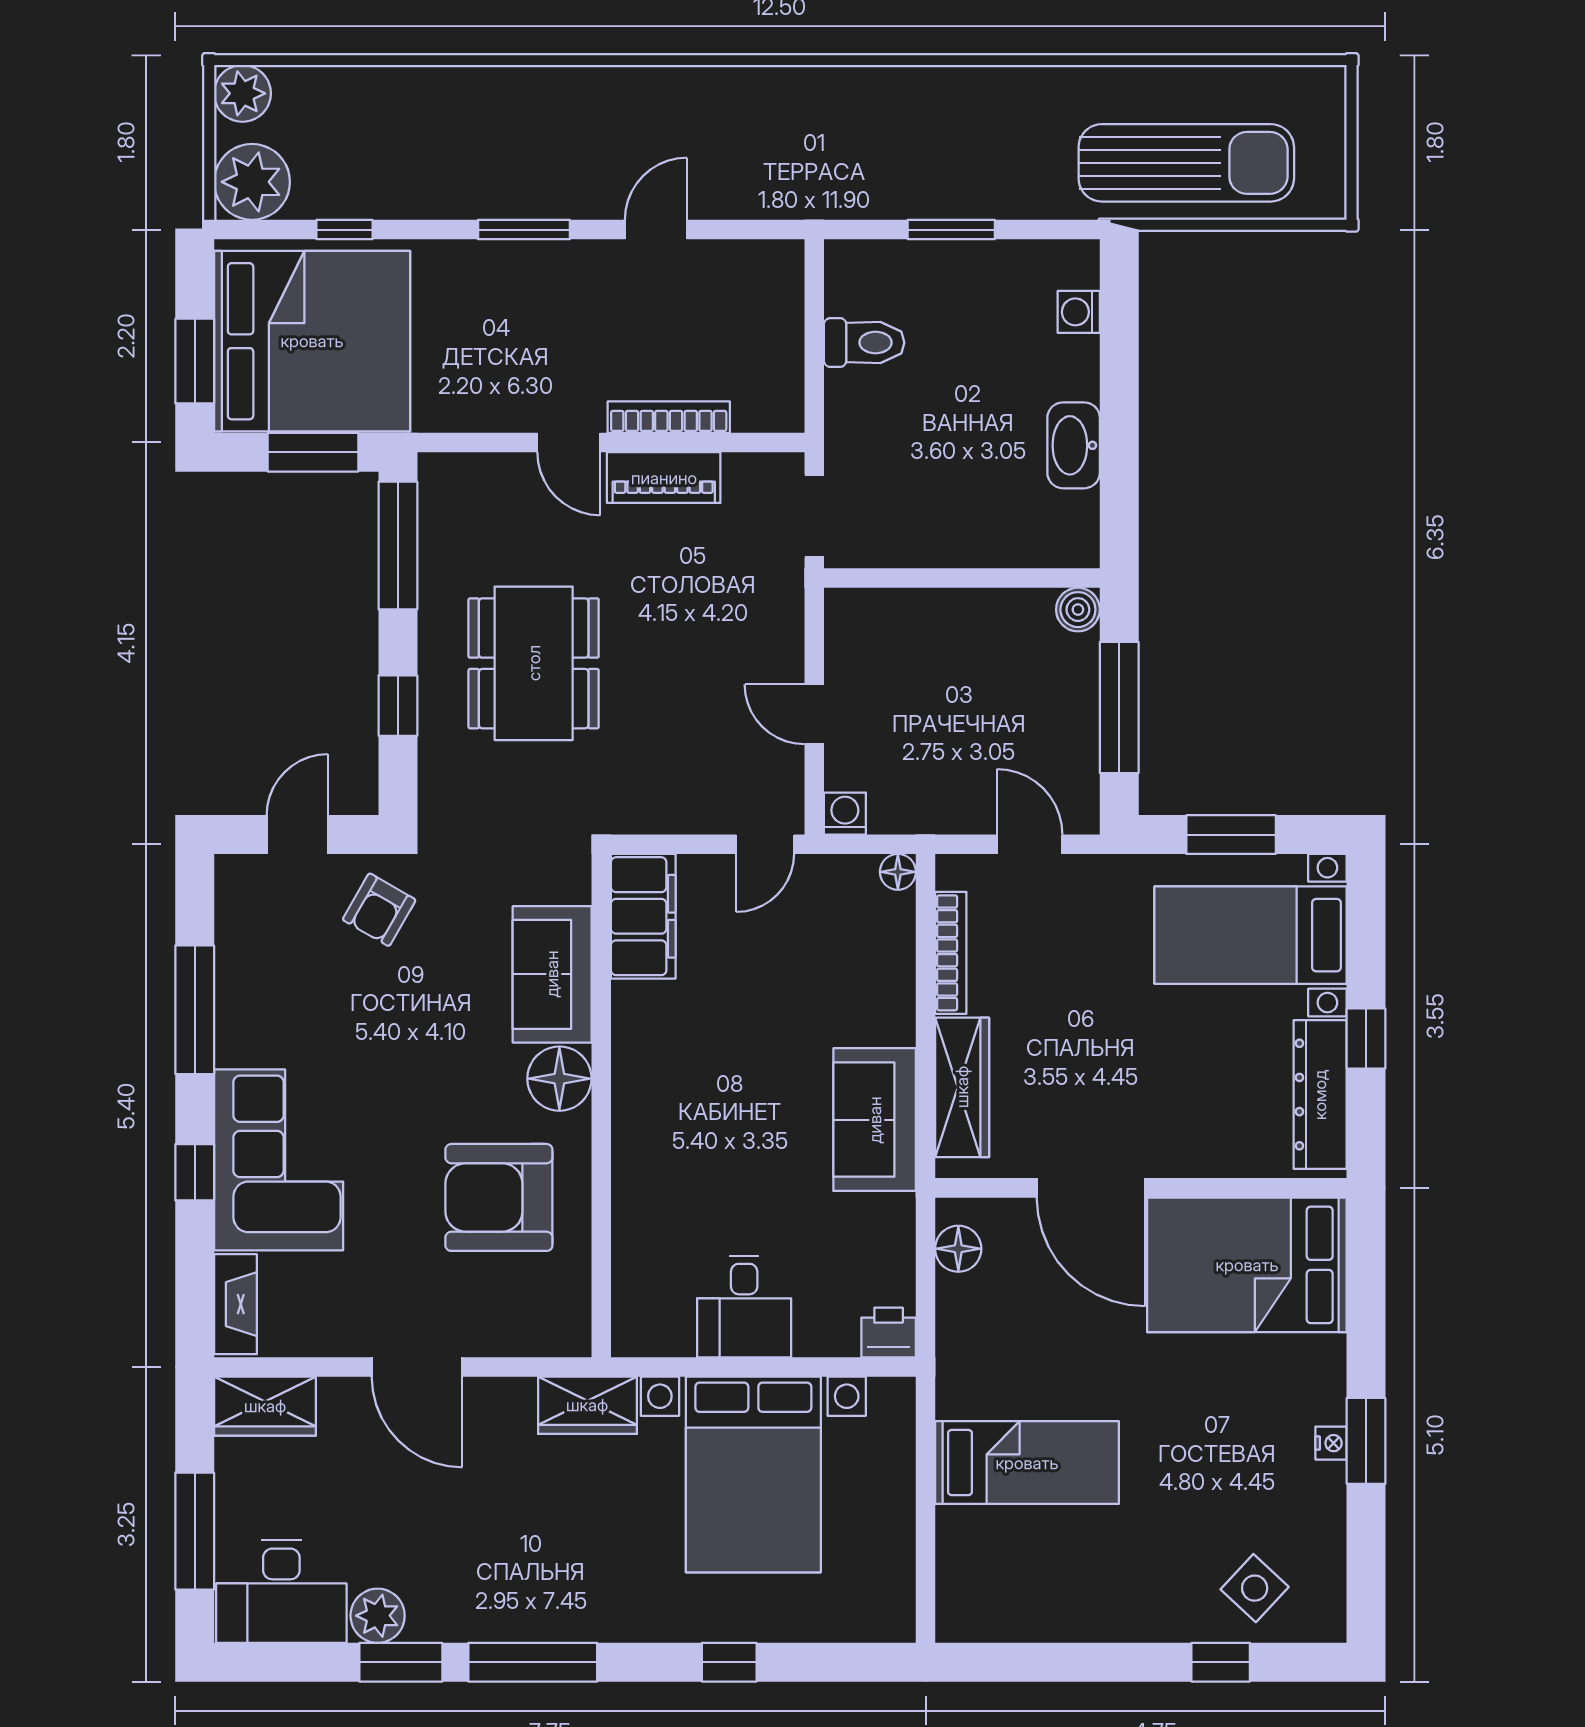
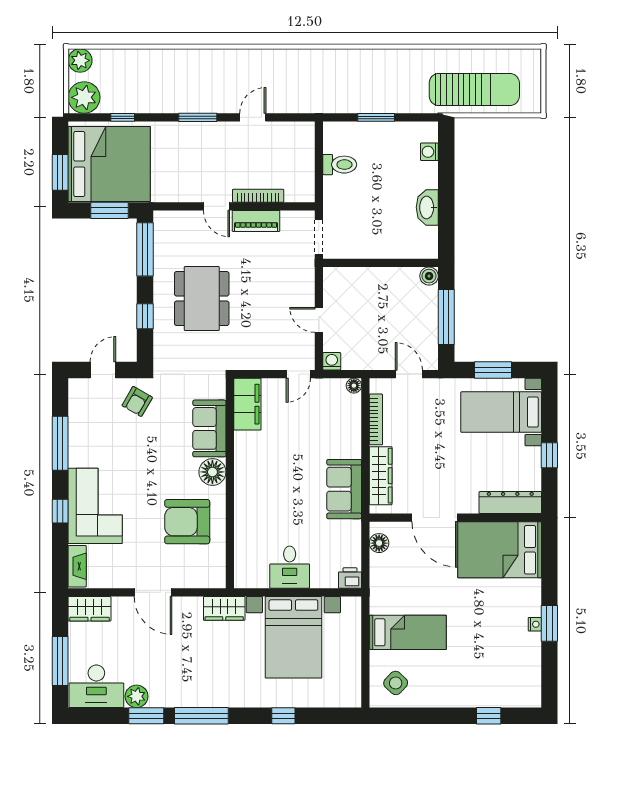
dresser: (1320, 1095) -> (510, 503), moved, turned 90
side table: (1255, 1588) -> (396, 683), moved

